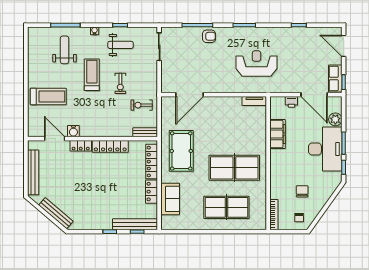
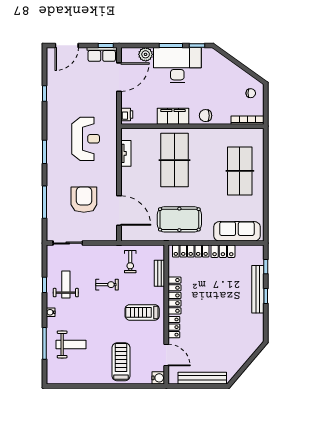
armchair: (209, 36) -> (84, 200), moved, width x1.88, depth x1.88
weight bench: (65, 50) -> (71, 344), turned 180
reception desk: (256, 63) -> (86, 139), turned 180
treadmill: (92, 75) -> (142, 312), moved
tv unit: (254, 101) -> (126, 153), moved
printer: (291, 102) -> (127, 114), moved
water cooler: (73, 131) -> (158, 378), moved
bench: (145, 132) -> (159, 273), moved
filing cabinet: (278, 134) -> (173, 116), moved
door: (55, 139) -> (166, 355), swing flipped
table tennis table: (234, 168) -> (175, 160), moved
chair: (302, 191) -> (206, 116), moved
sofa: (170, 199) -> (237, 231), width x1.36
bench: (56, 213) -> (246, 354), removed
bench: (135, 224) -> (258, 289), moved

